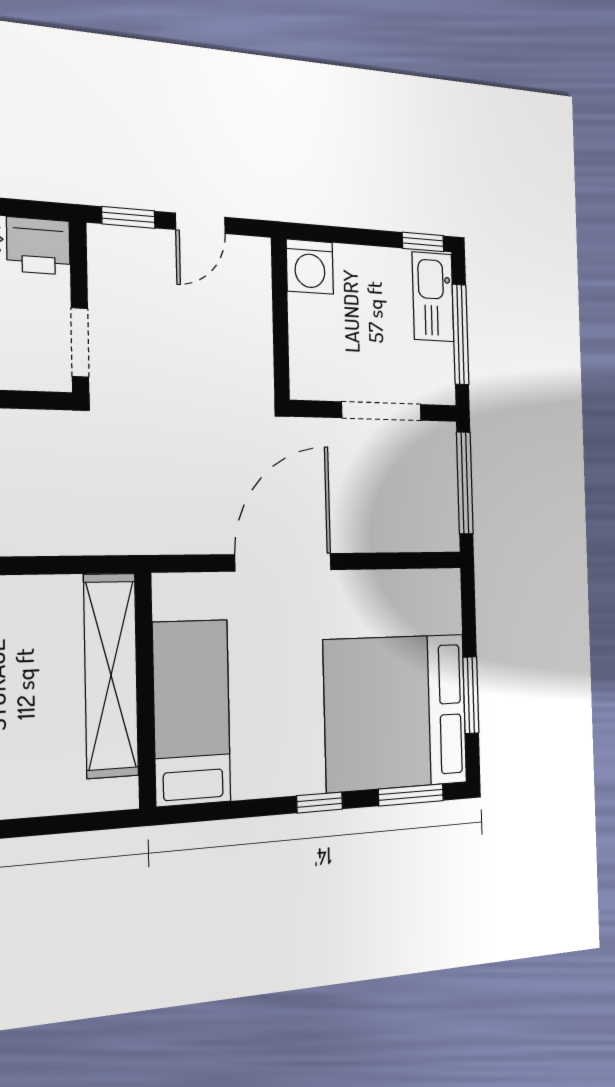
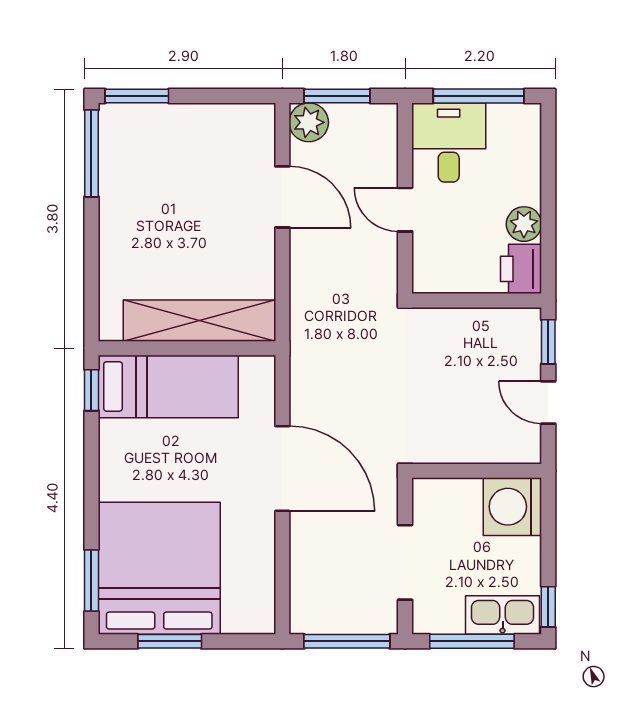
washing machine: (310, 267) -> (512, 507), width x1.37, depth x1.37
doorway: (80, 342) -> (450, 300), removed
window: (320, 803) -> (91, 390), moved

